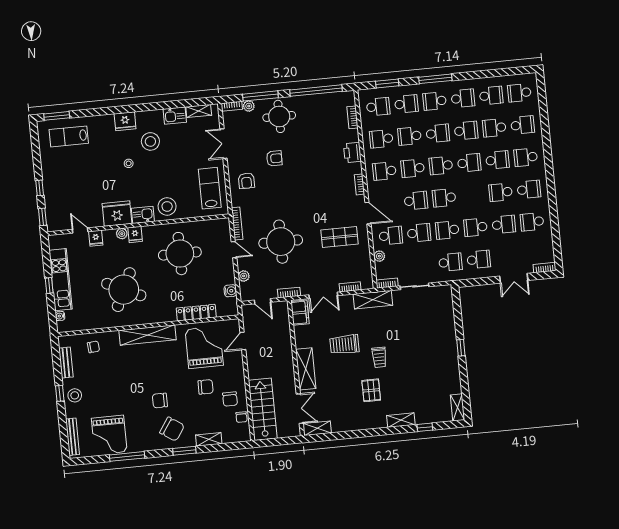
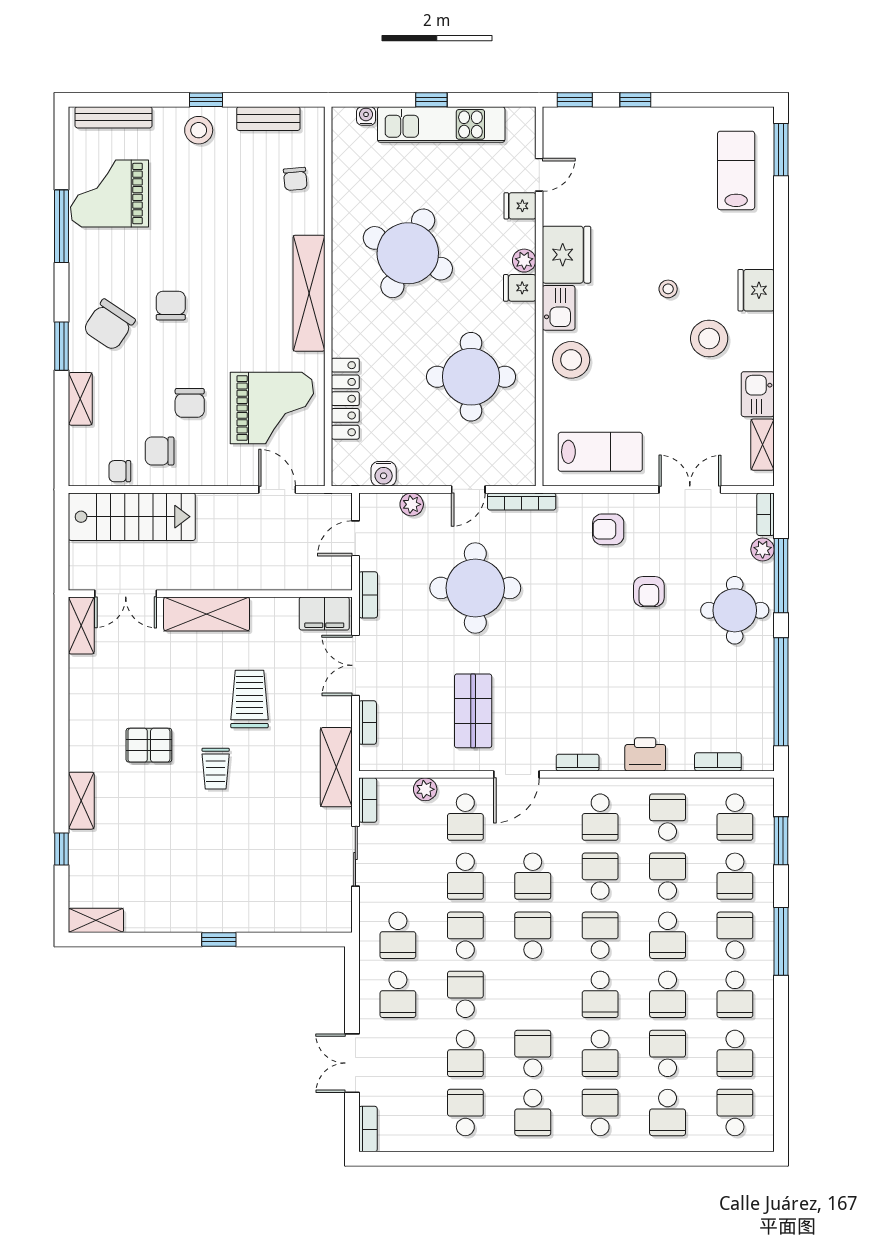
school desk: (384, 171) -> (600, 817), turned 180
trolley: (379, 357) -> (216, 769), turned -90

